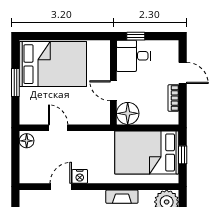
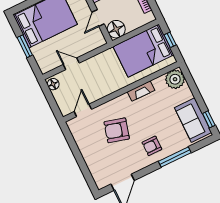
door: (113, 91) -> (98, 18), hinge flipped
nightstand: (80, 176) -> (104, 91), removed
door: (61, 187) -> (83, 110), moved

